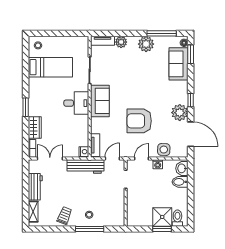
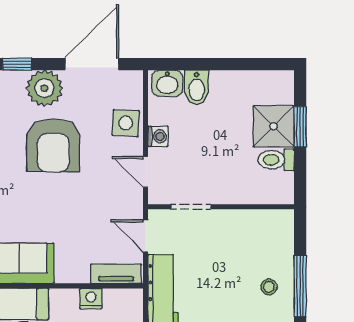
armchair: (139, 121) -> (53, 145), moved
nightstand: (84, 152) -> (91, 299), moved
toilet: (177, 218) -> (276, 160), moved

